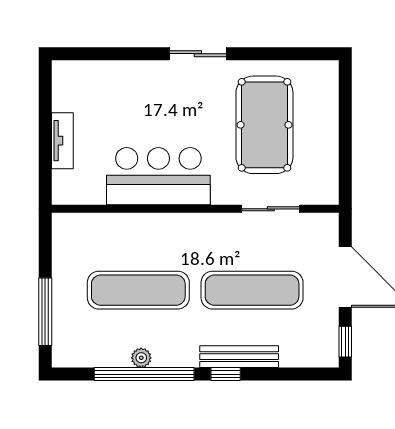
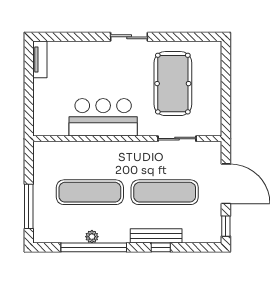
tv unit: (62, 141) -> (40, 59), moved
window: (226, 374) -> (161, 247), moved

